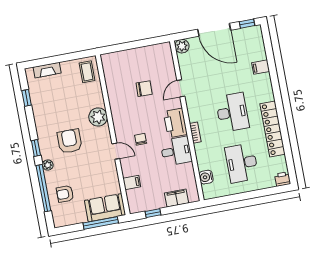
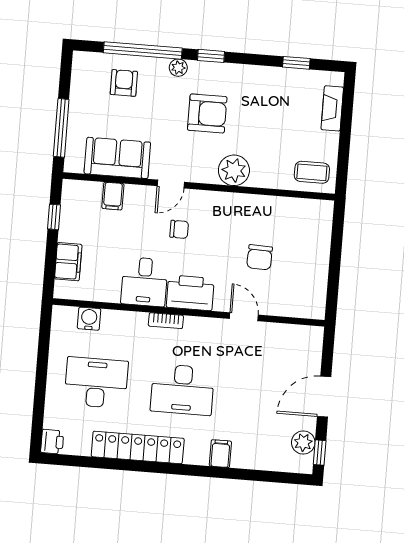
door: (214, 30) -> (324, 397), width x0.73
plant: (182, 46) -> (303, 443), moved
filing cabinet: (261, 67) -> (220, 454), moved
sofa: (105, 208) -> (117, 158), moved, turned -90

